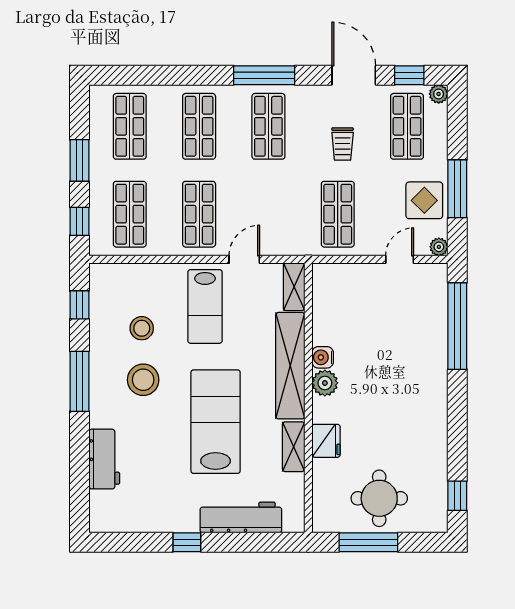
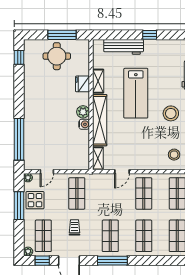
lab bench: (205, 306) -> (141, 149), removed
stool: (142, 328) -> (174, 155), moved

